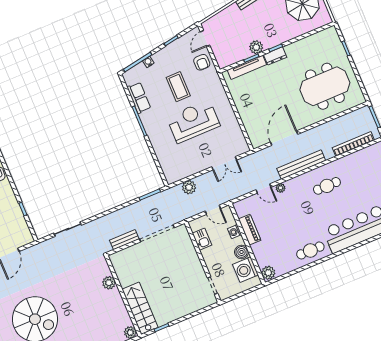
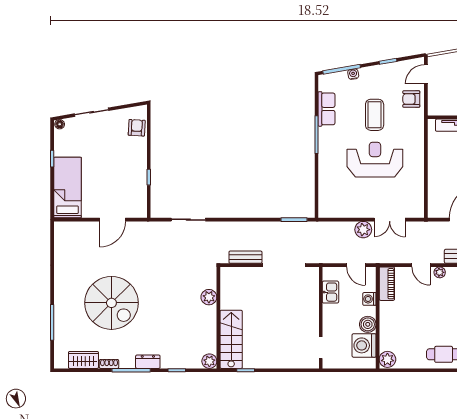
armchair: (202, 62) -> (411, 99), turned 90
plant: (189, 187) -> (363, 230), moved
piano: (250, 230) -> (387, 284), moved

